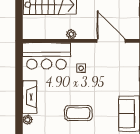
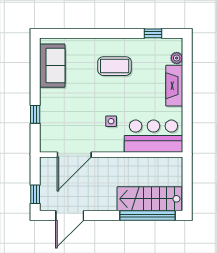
plant: (71, 34) -> (123, 163), removed
door: (111, 41) -> (74, 155), hinge flipped

